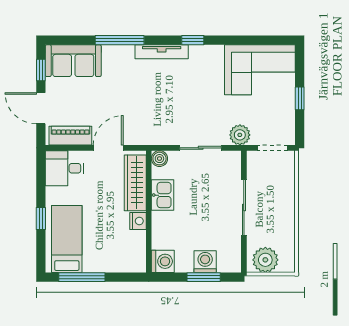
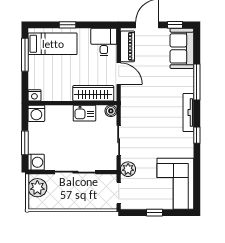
nightstand: (138, 221) -> (34, 95), moved
washing machine: (205, 262) -> (36, 162), moved

